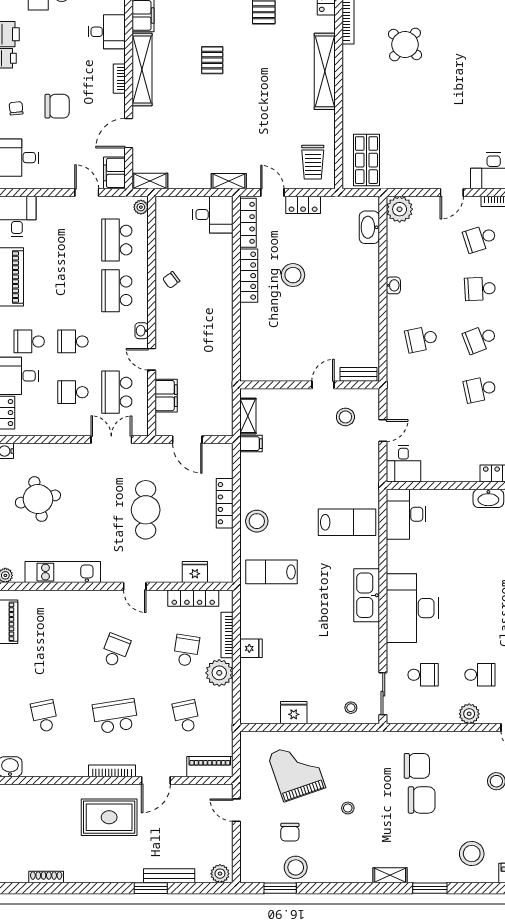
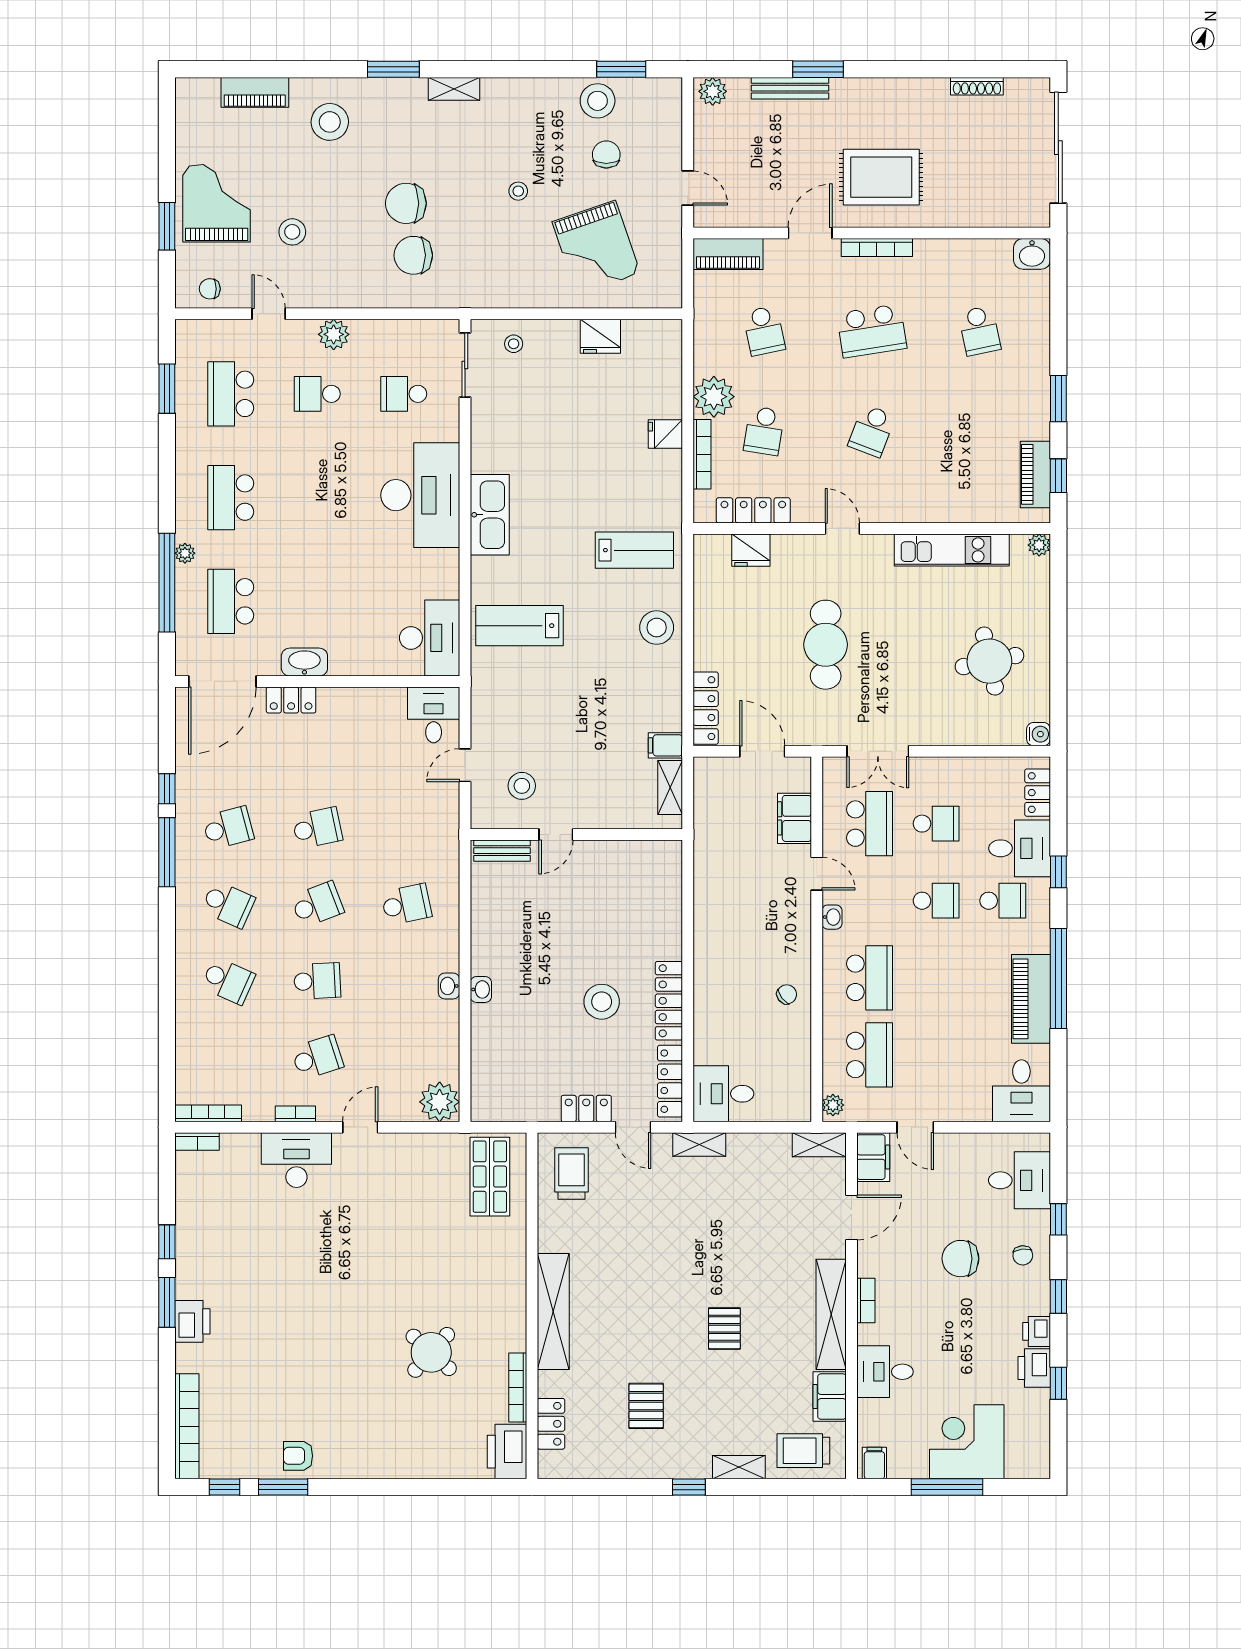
washbasin: (369, 227) -> (481, 989), moved, width x0.52, depth x0.69
locker: (225, 503) -> (706, 708), moved

